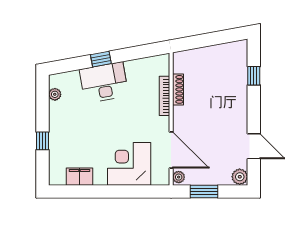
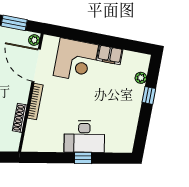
plant: (55, 94) -> (141, 78), moved
bookcase: (165, 96) -> (35, 101), moved
filing cabinet: (79, 177) -> (110, 55), moved

